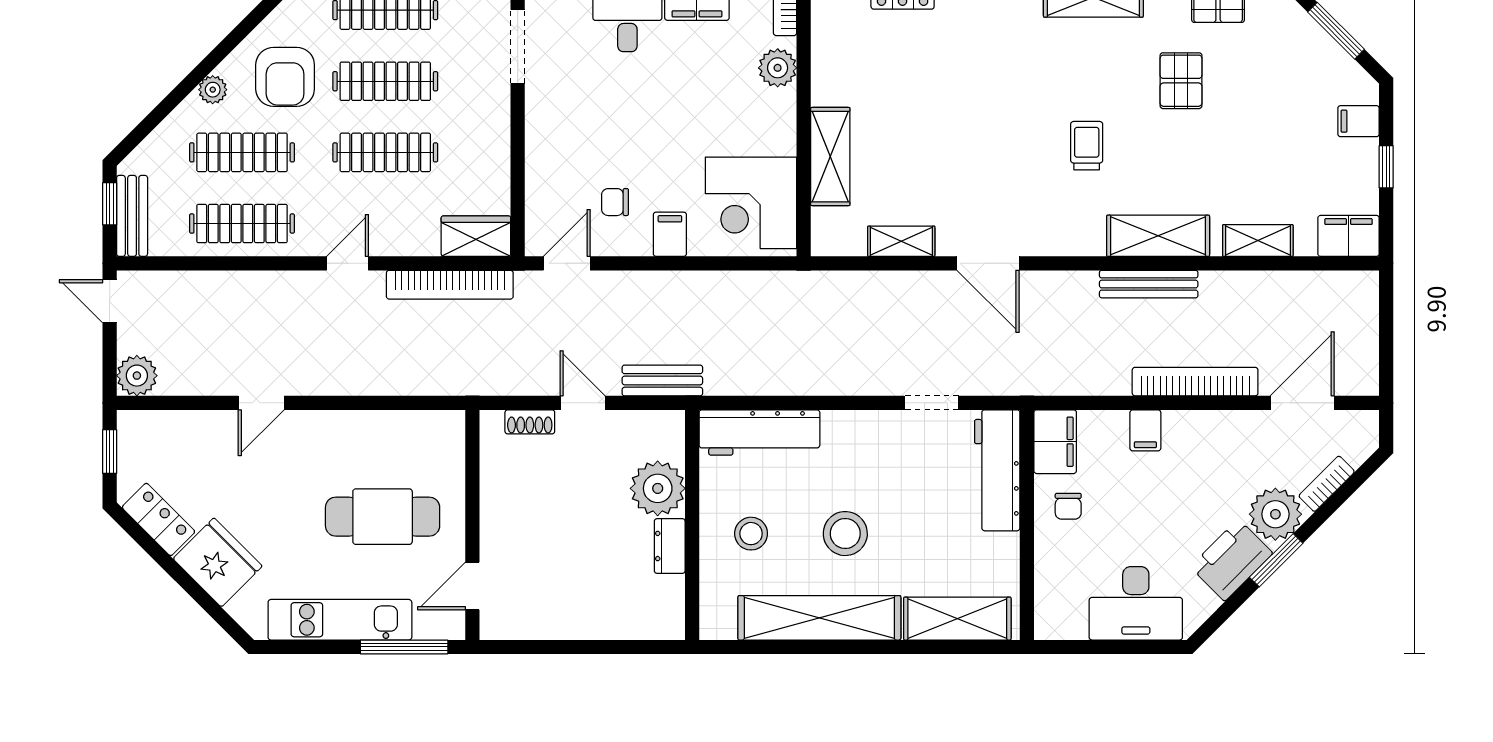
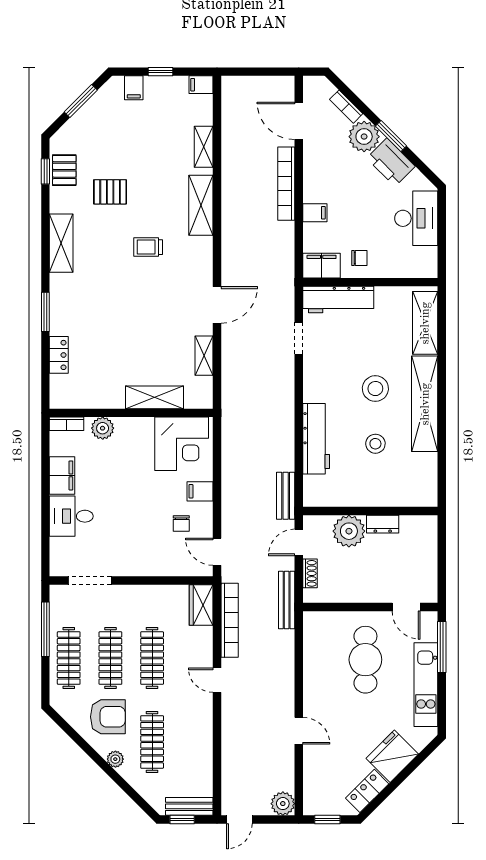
clothes rail: (242, 224) -> (194, 742), removed
filing cabinet: (1349, 236) -> (201, 85), width x0.50
bench: (1149, 284) -> (287, 600), moved
plant: (658, 488) -> (349, 531), moved
wall: (692, 525) -> (370, 511), moved
dresser: (670, 546) -> (383, 524), moved

